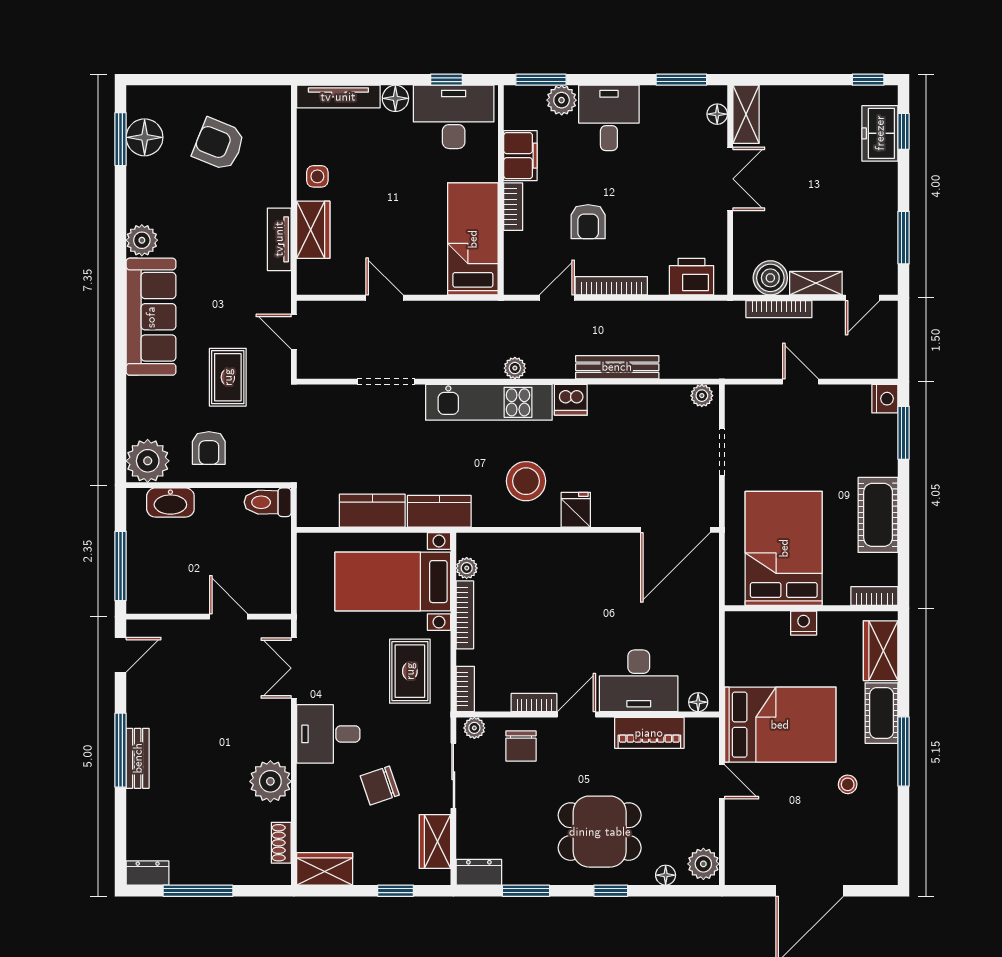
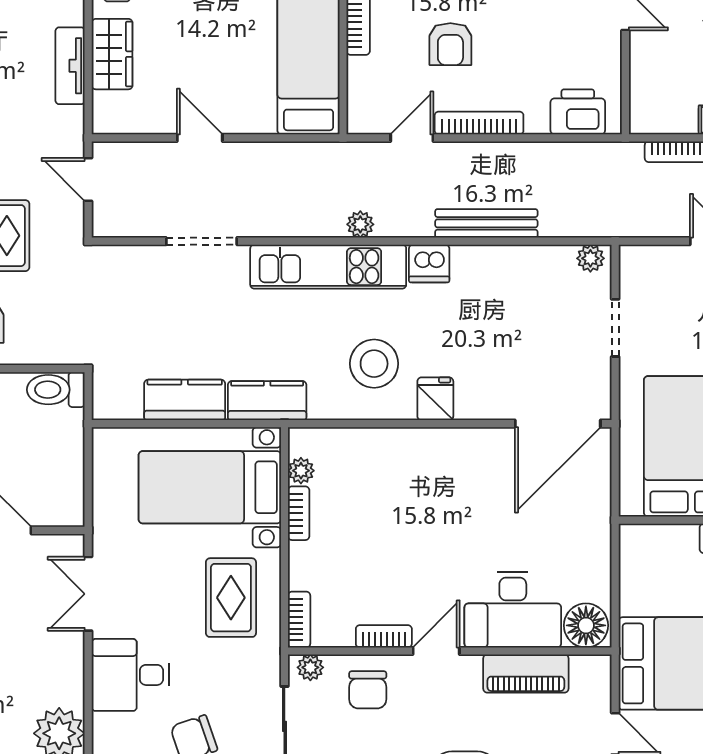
boiler: (770, 278) -> (675, 113), removed
bookcase: (465, 615) -> (299, 513), width x0.64
floor lamp: (698, 702) -> (586, 625), width x1.89, depth x1.89

